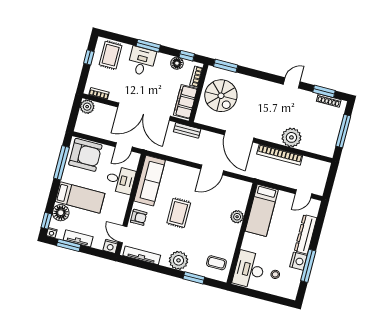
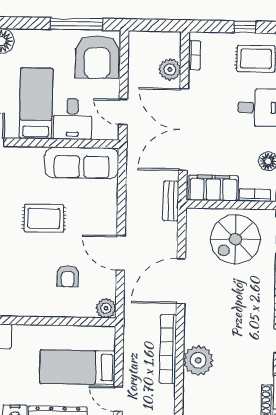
plant: (87, 107) -> (170, 70), moved
bed: (80, 198) -> (36, 103), moved, turned 180
bed: (262, 210) -> (77, 367), moved
armchair: (139, 217) -> (68, 276), moved
plant: (237, 217) -> (106, 308), moved

